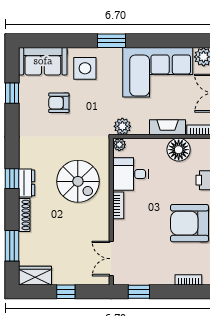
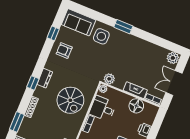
corner sofa: (158, 72) -> (143, 56), removed
armchair: (59, 103) -> (64, 50), moved
dresser: (27, 183) -> (45, 78), moved

